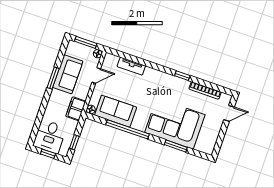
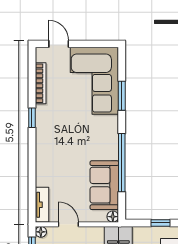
tv unit: (131, 66) -> (42, 205), moved
corner sofa: (175, 124) -> (94, 81), moved

